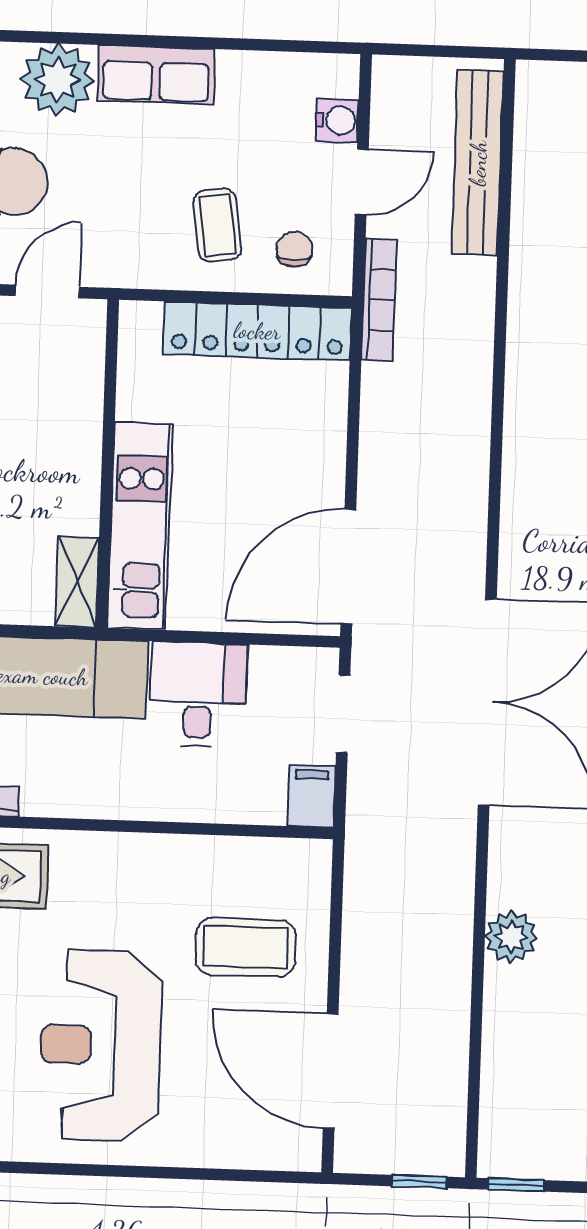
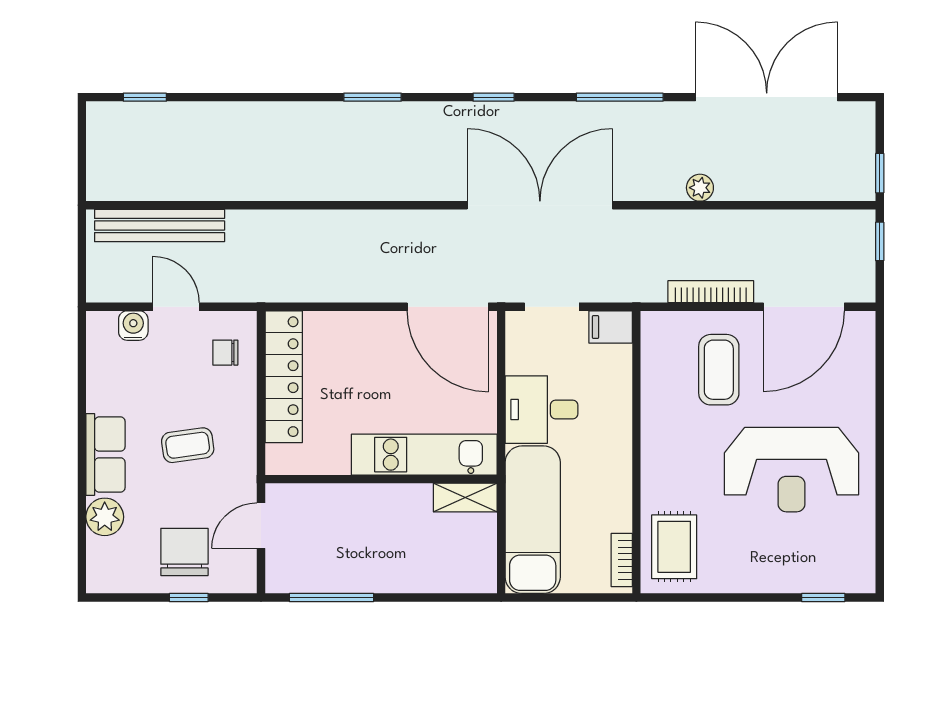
plant: (58, 80) -> (105, 517), width x0.73, depth x0.73
coffee table: (217, 225) -> (188, 445), moved
door: (47, 291) -> (261, 526), hinge flipped
bookcase: (379, 300) -> (711, 292), moved
plant: (511, 937) -> (700, 188), width x0.73, depth x0.73

